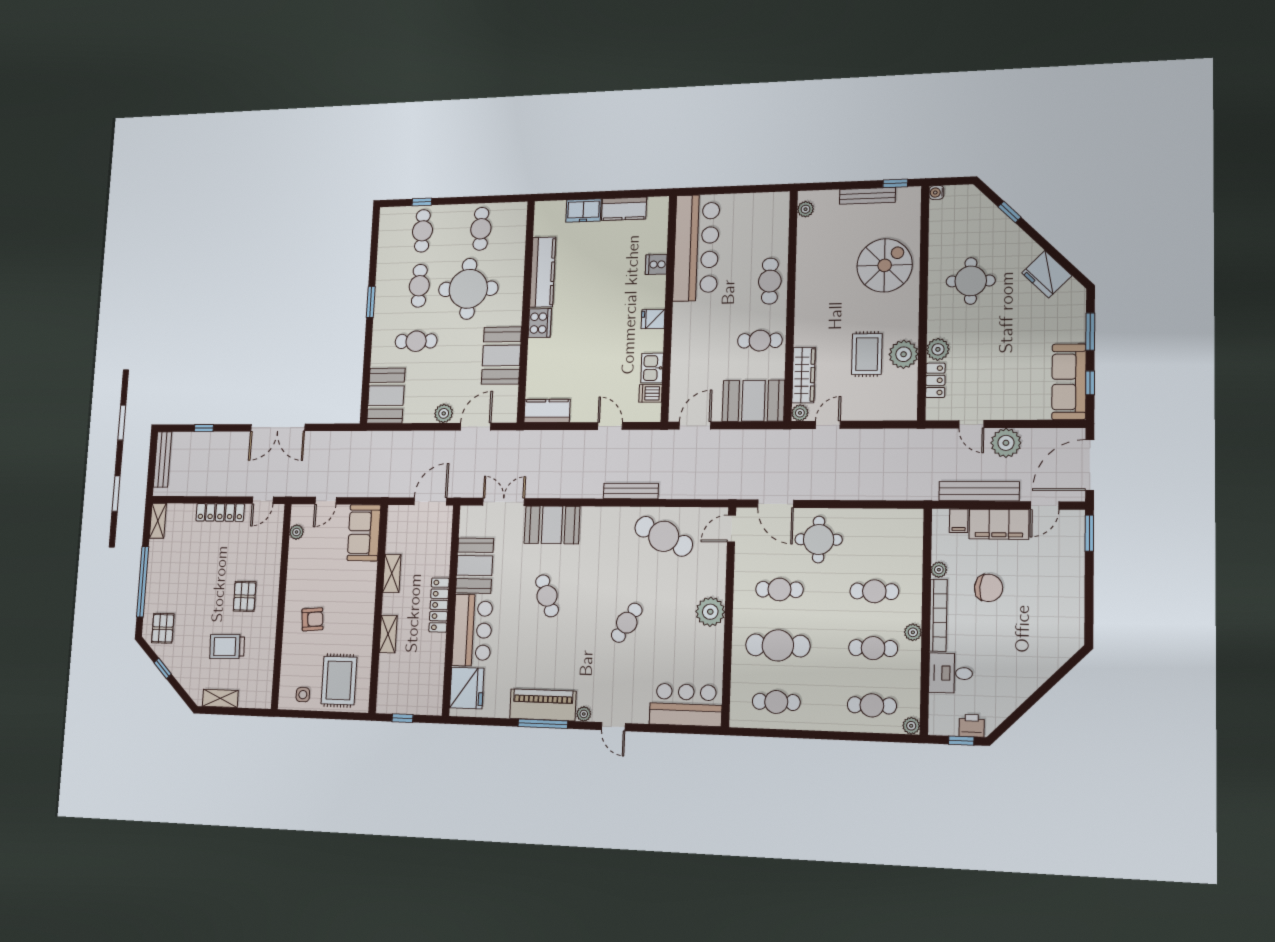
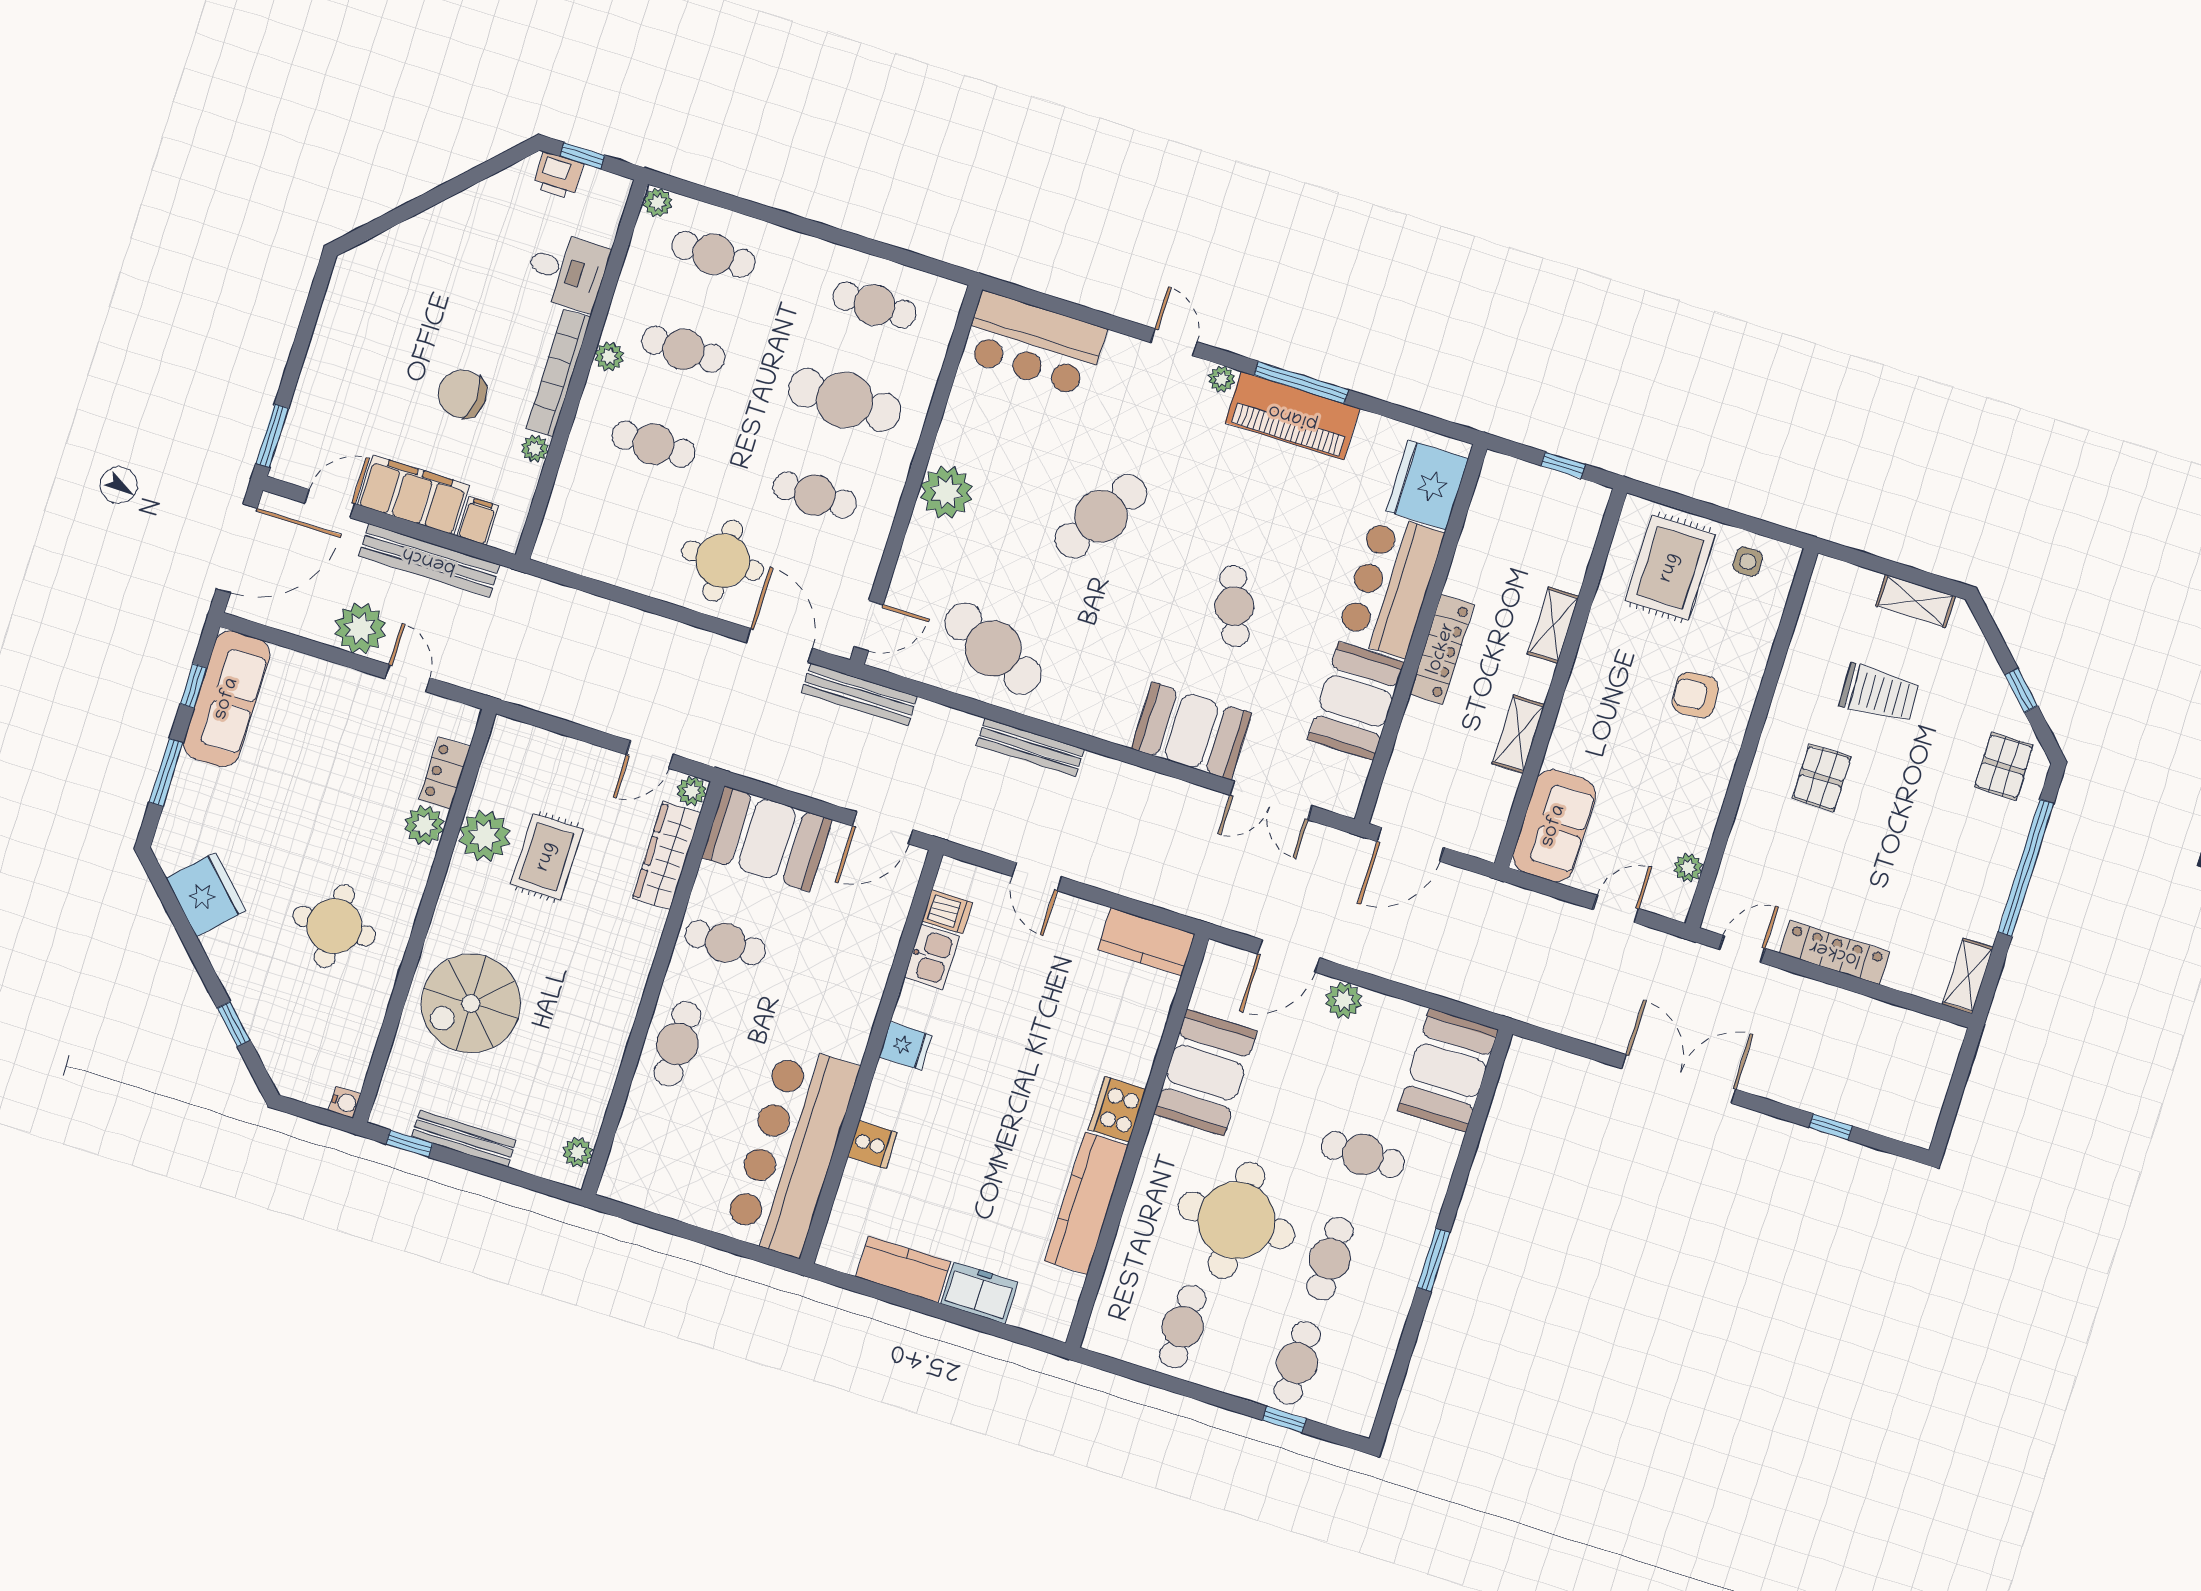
bench: (162, 459) -> (859, 694), moved, turned 90
cafe table: (627, 623) -> (1101, 516), width x1.37, depth x1.35

